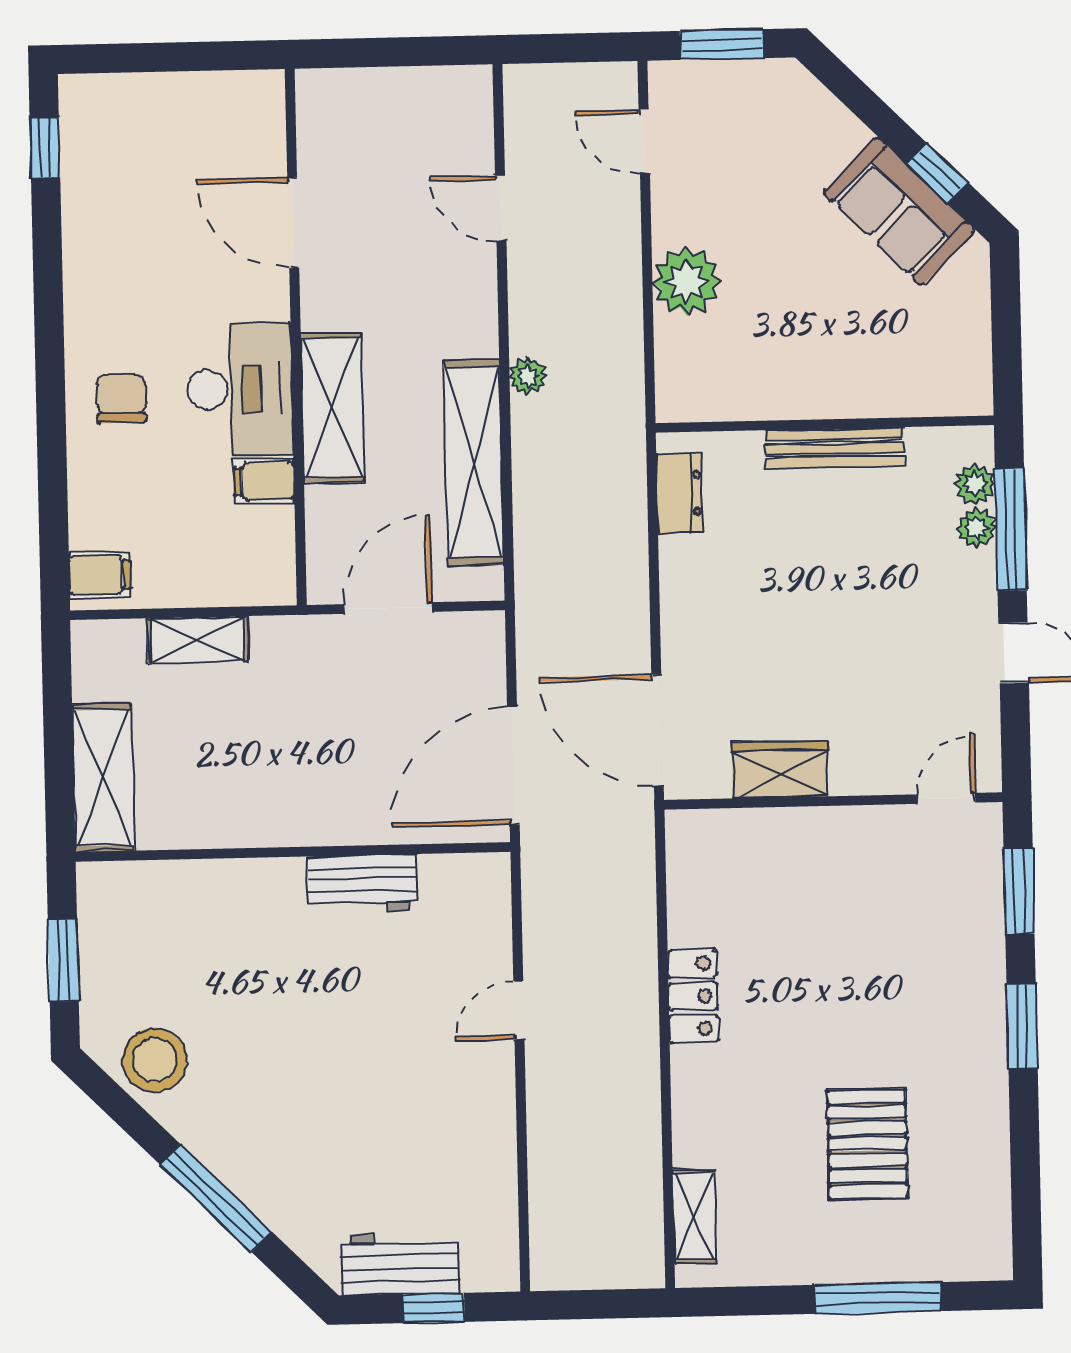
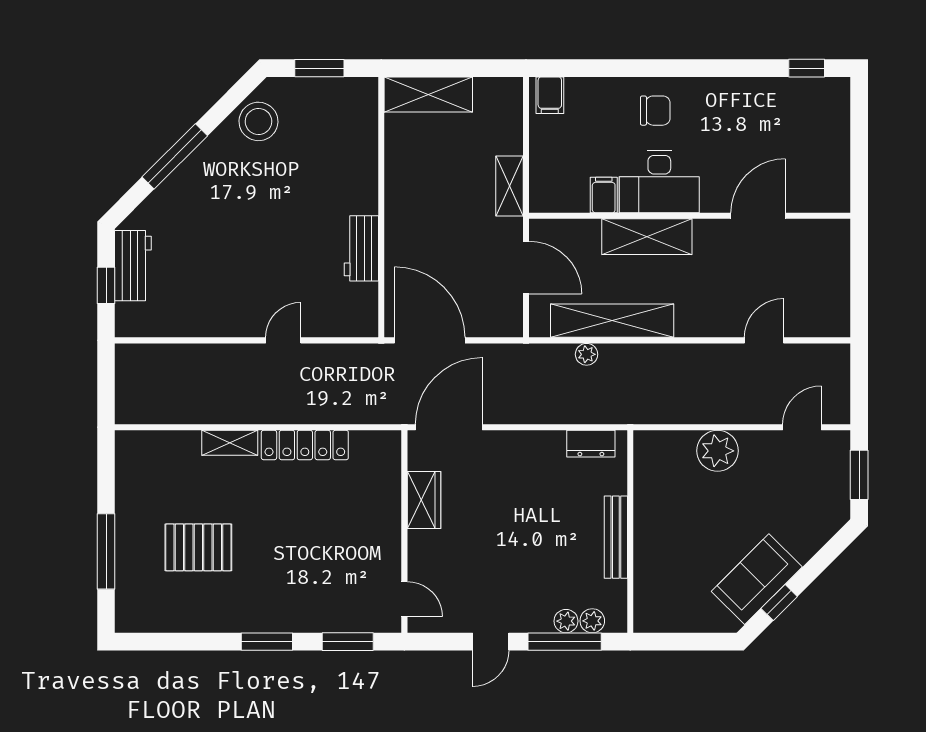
plant: (528, 376) -> (587, 354), moved
shelving: (198, 640) -> (510, 186), moved
locker: (693, 996) -> (305, 445), width x1.53
door: (519, 1010) -> (283, 340), hinge flipped
shelving: (694, 1217) -> (230, 443), moved

